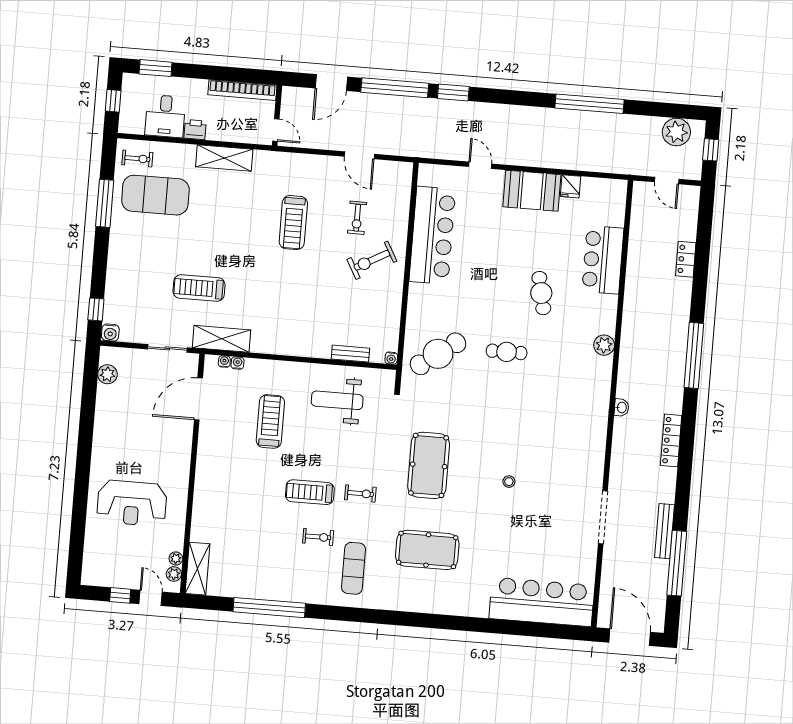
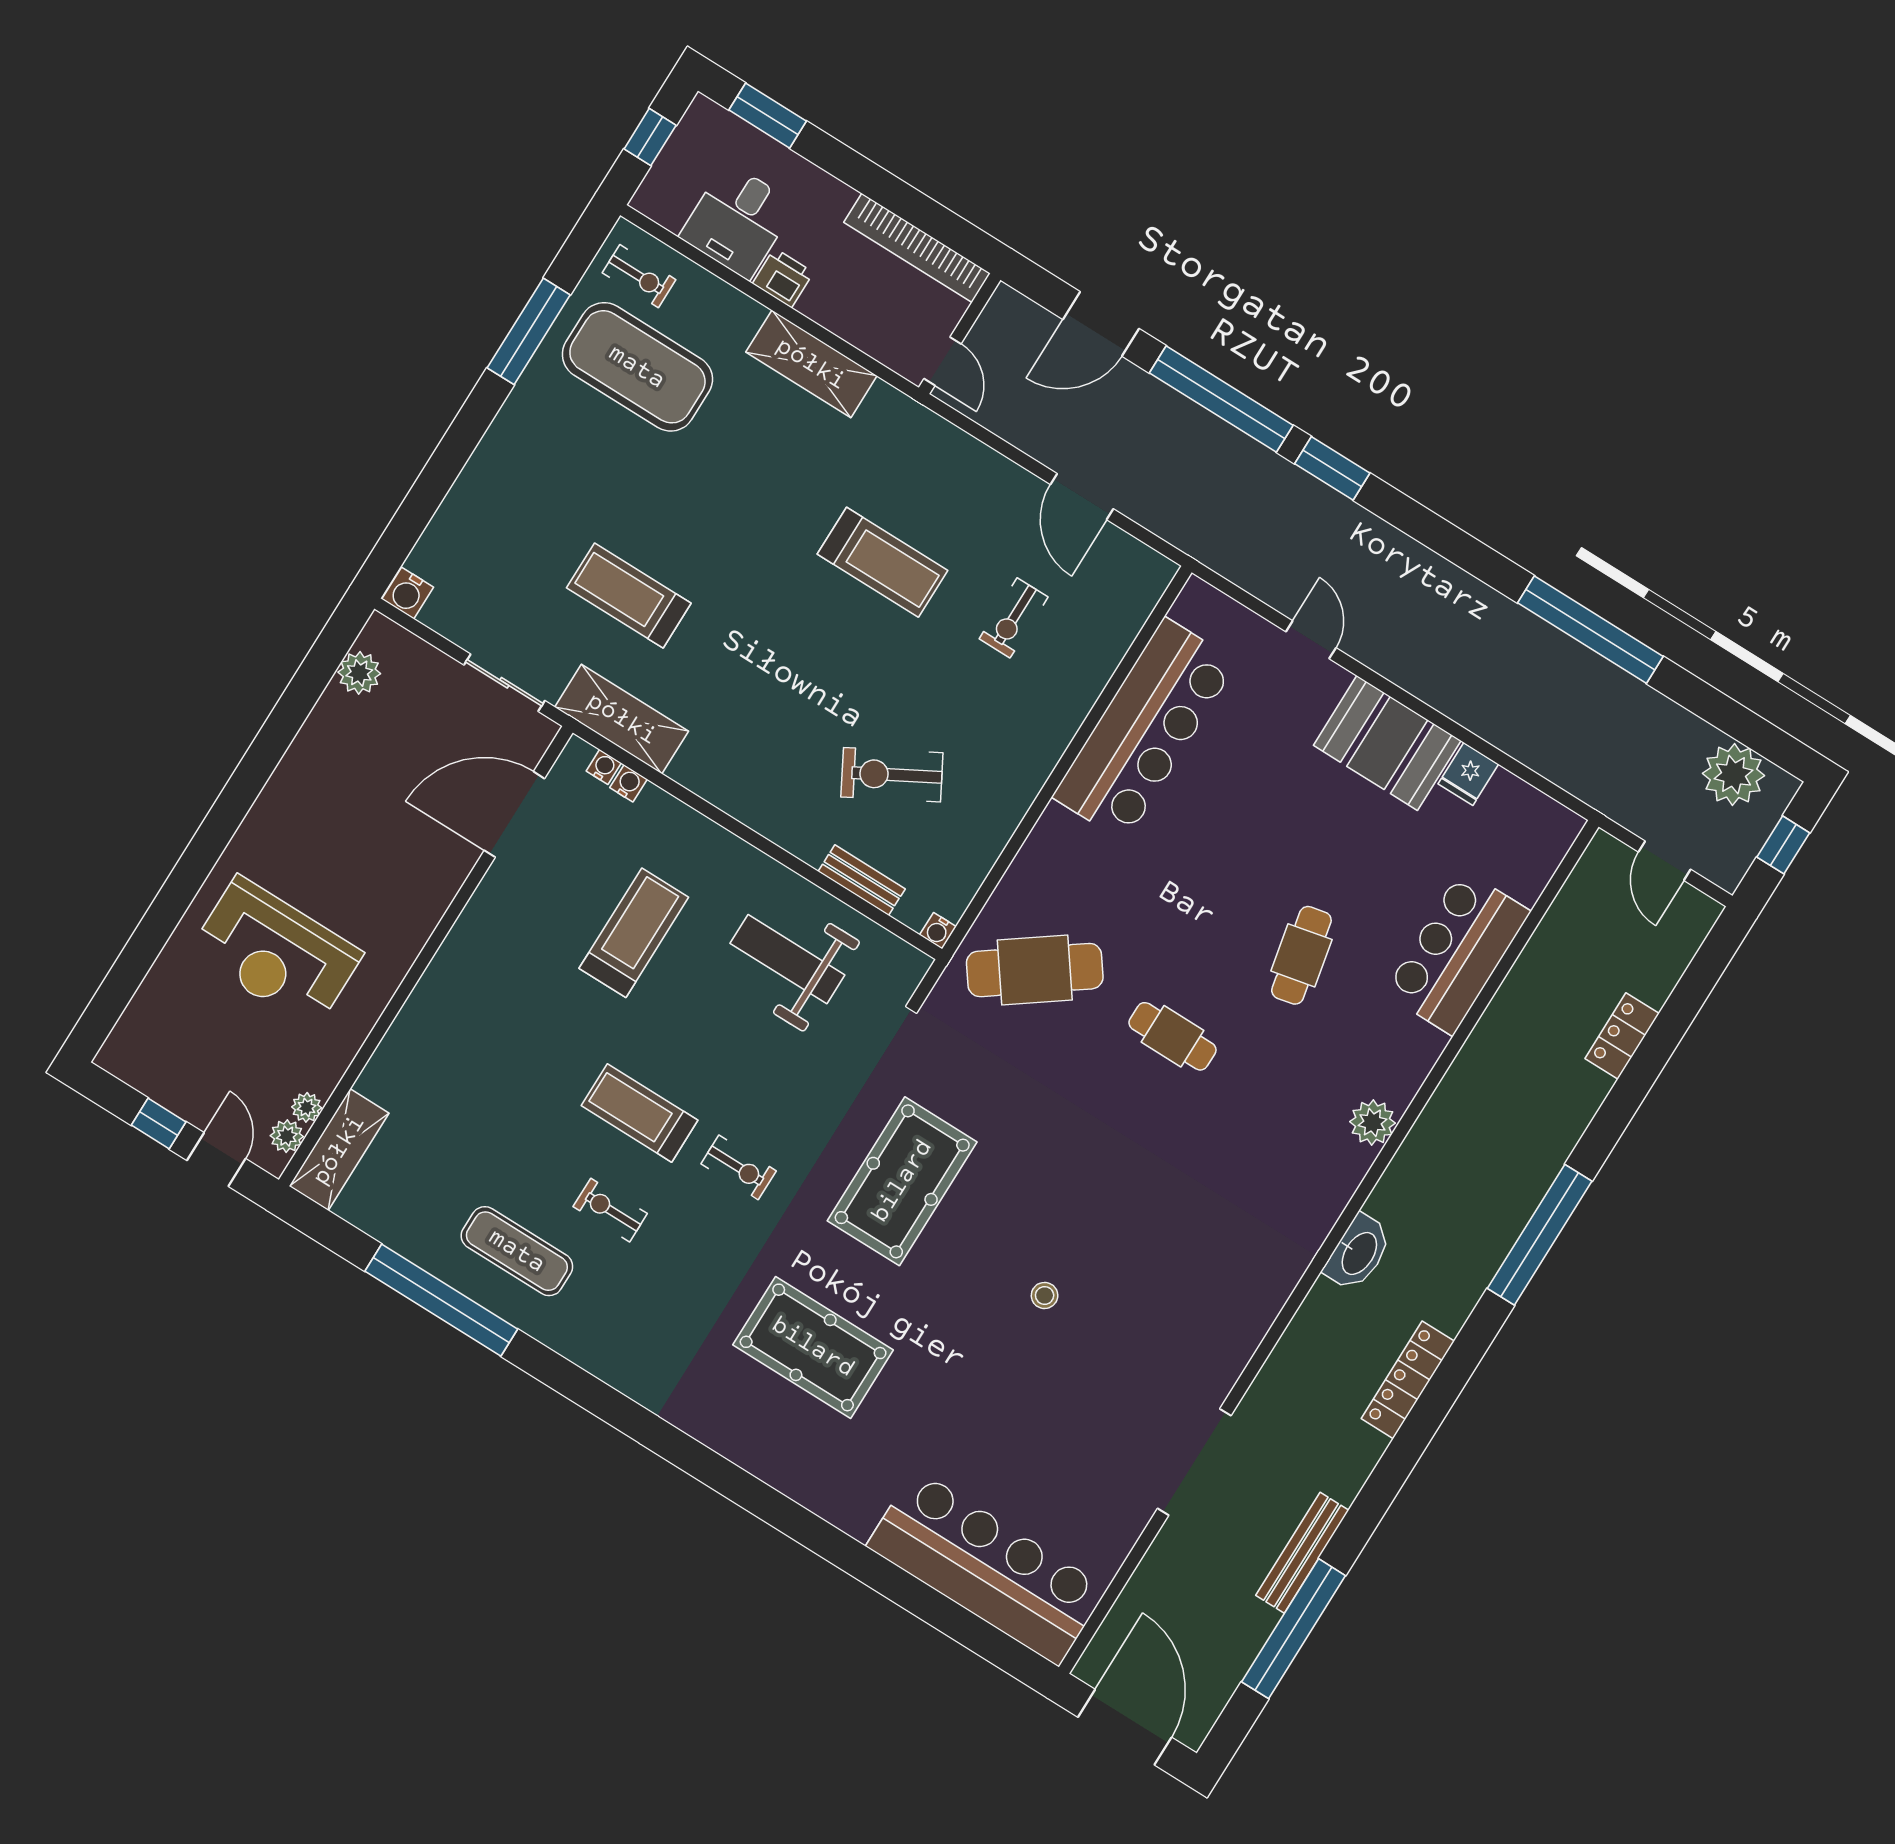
treadmill: (293, 223) -> (882, 562), turned -90
exercise bike: (372, 260) -> (892, 775), moved
window: (96, 309) -> (403, 533), removed
washbasin: (621, 408) -> (1358, 1253), width x1.91, depth x1.45
exercise bike: (318, 537) -> (610, 1210), turned 180
exercise mat: (354, 568) -> (517, 1251), moved, turned 90

